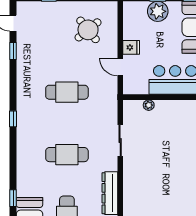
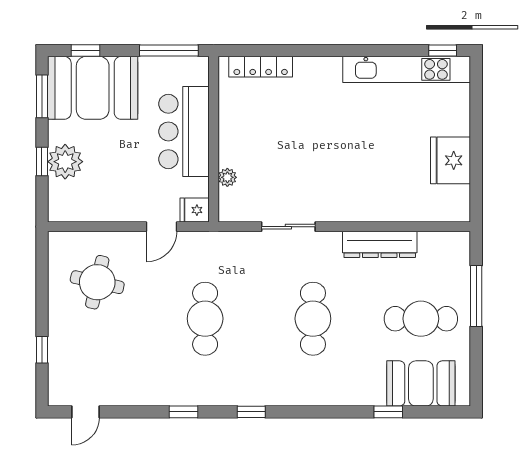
round table: (88, 30) -> (97, 282), turned -38
fridge: (131, 47) -> (195, 210), moved, turned -90
window: (13, 51) -> (183, 412), moved

